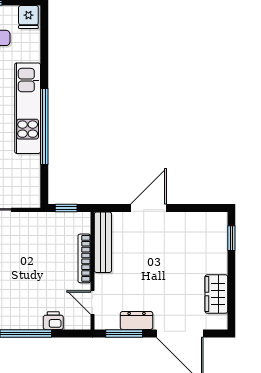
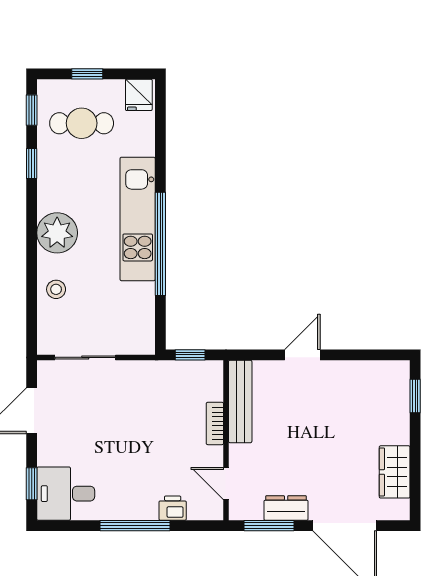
door: (149, 208) -> (302, 355), width x0.73
bookcase: (84, 258) -> (215, 423), width x0.64

